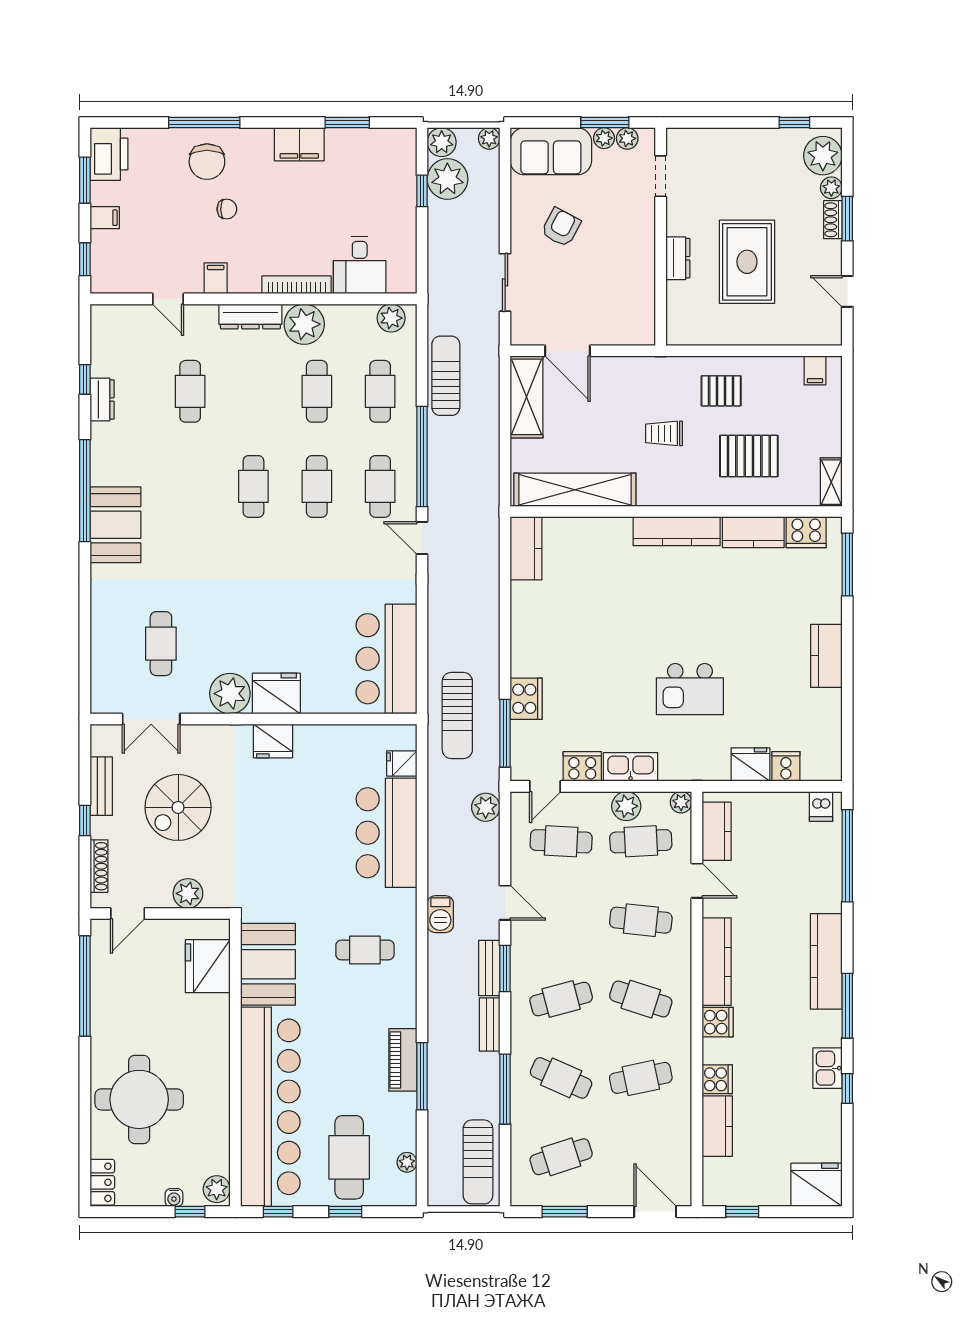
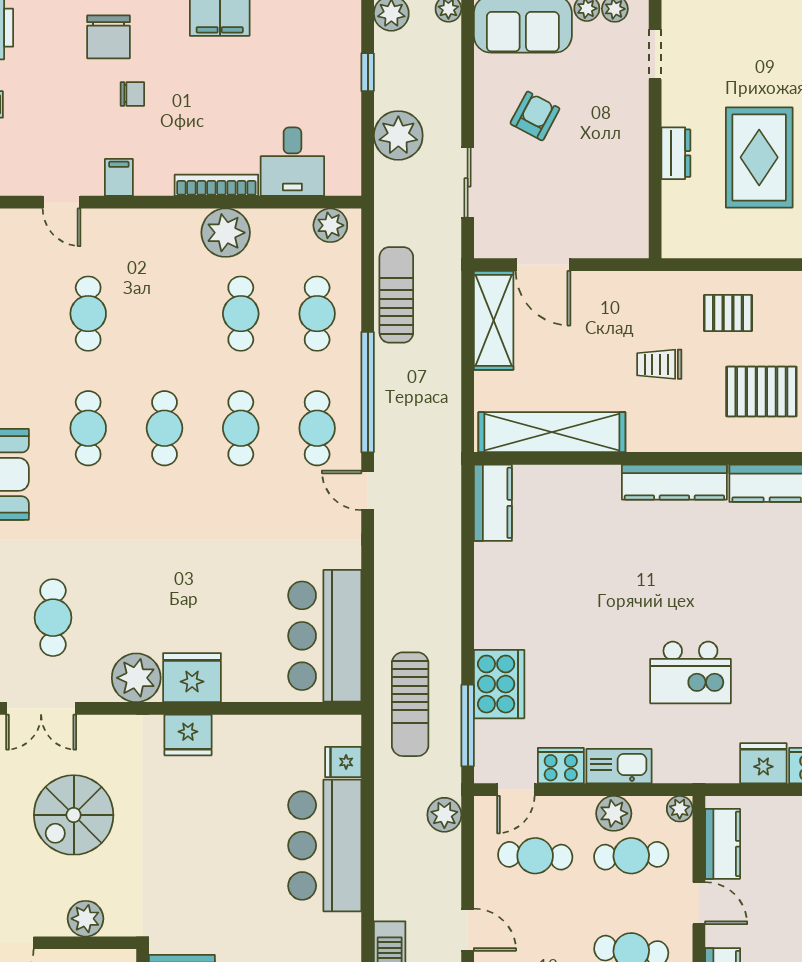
plant: (447, 179) -> (398, 135), moved
dresser: (250, 316) -> (161, 223), removed
cafe table: (190, 486) -> (88, 428), added
cooker: (526, 699) -> (499, 684), width x1.37, depth x1.31

